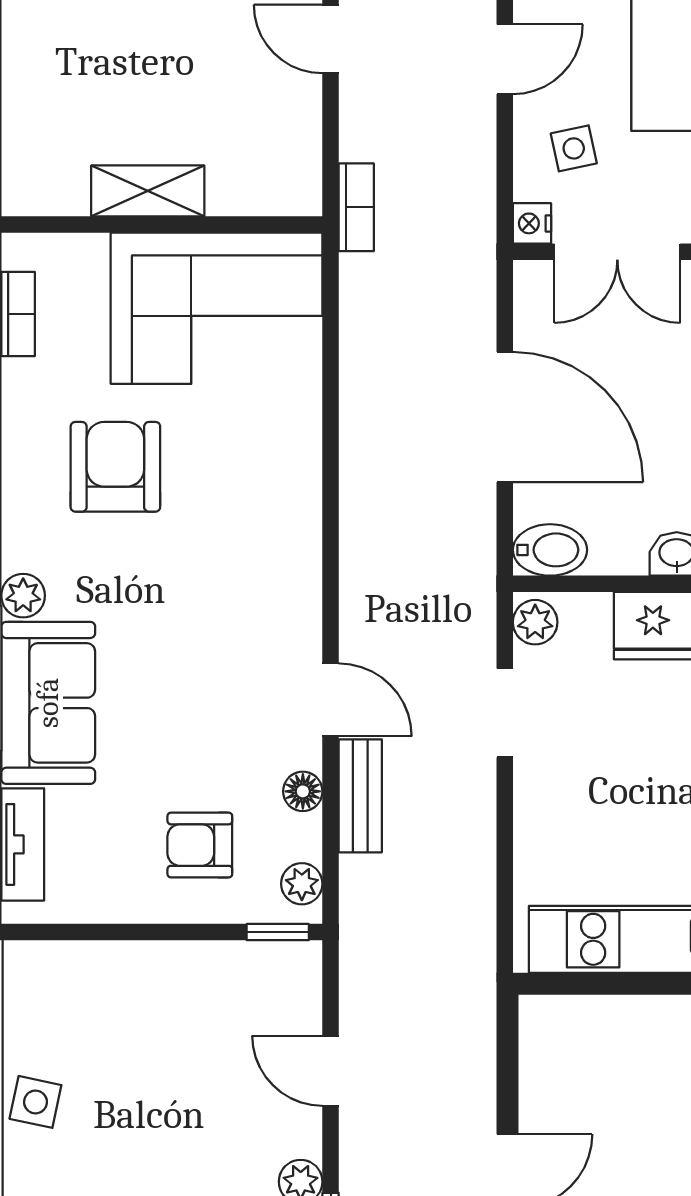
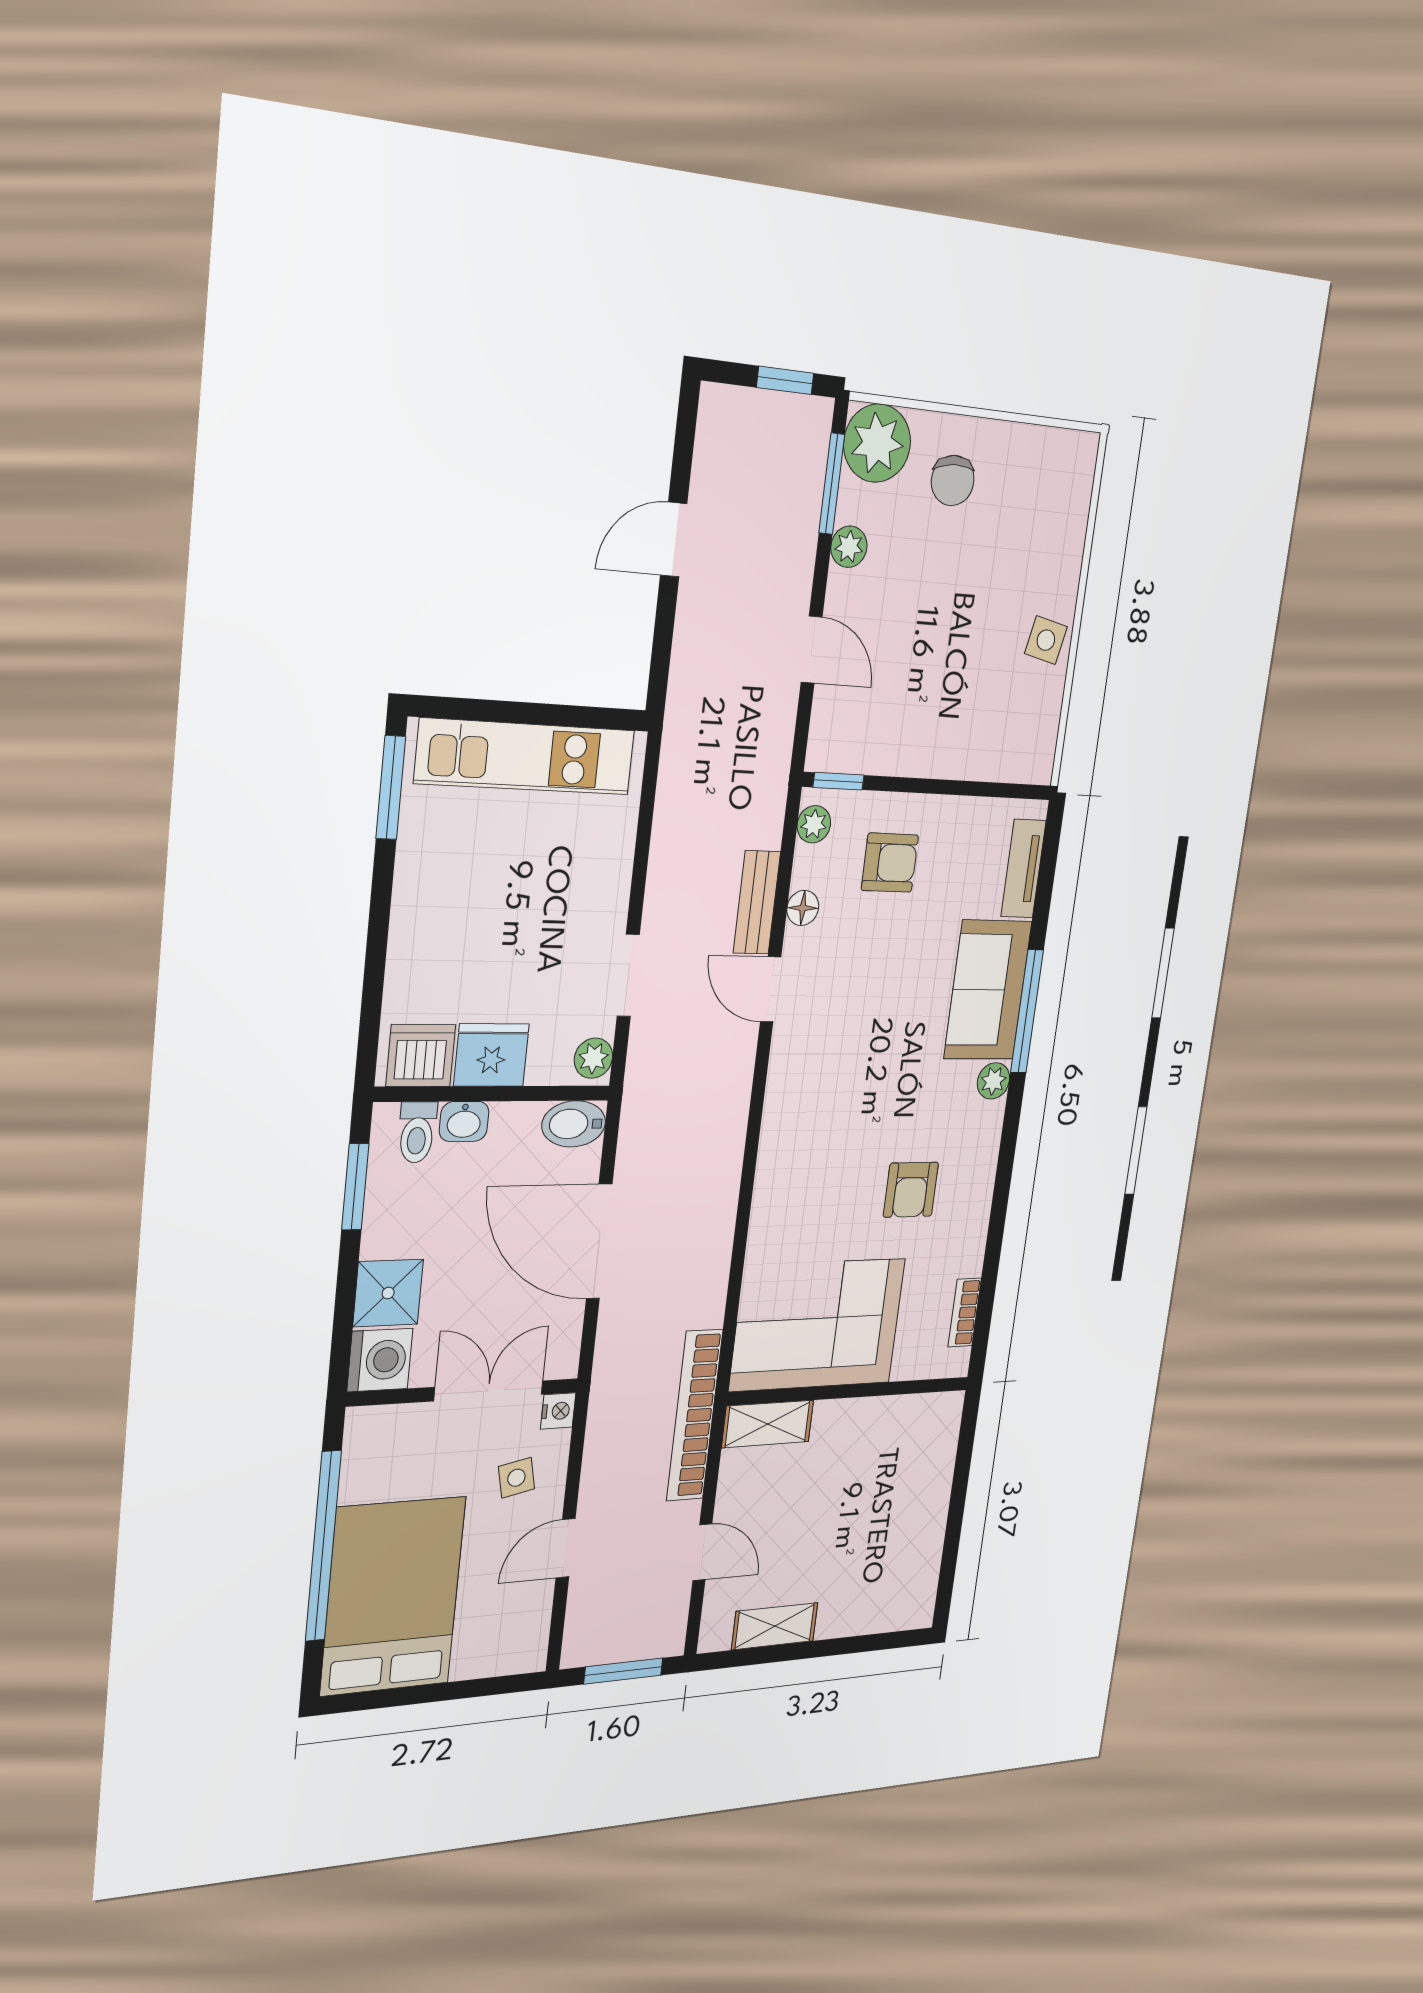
shelving: (148, 191) -> (768, 1424), moved
bookcase: (356, 207) -> (695, 1415), width x2.31, depth x1.31
armchair: (115, 467) -> (911, 1190), width x0.72, depth x0.72

